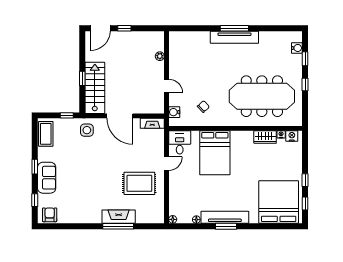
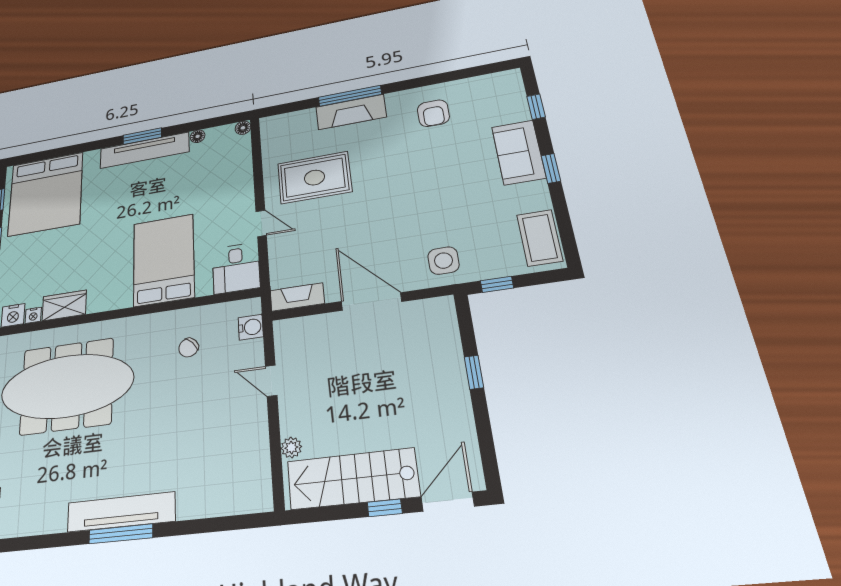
stairs: (95, 88) -> (352, 479), moved, turned 90
door: (166, 164) -> (261, 223), swing flipped
armchair: (50, 215) -> (433, 113), moved

